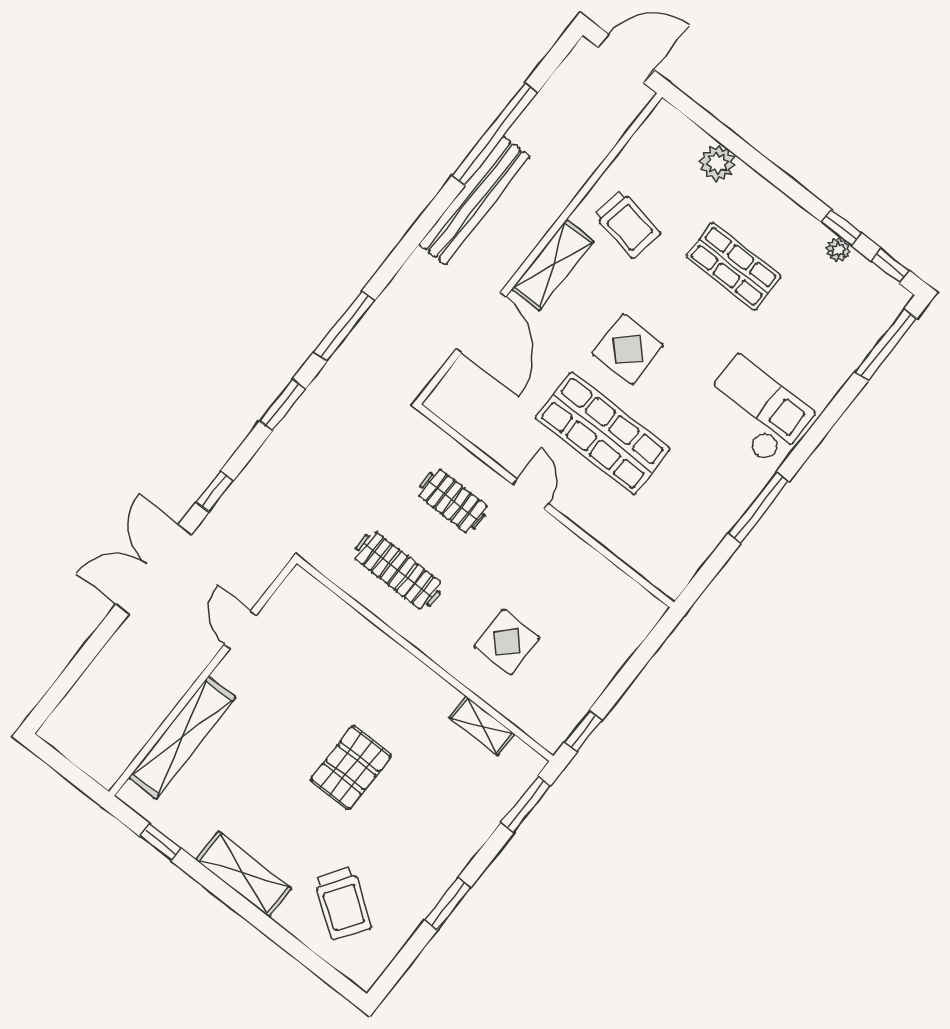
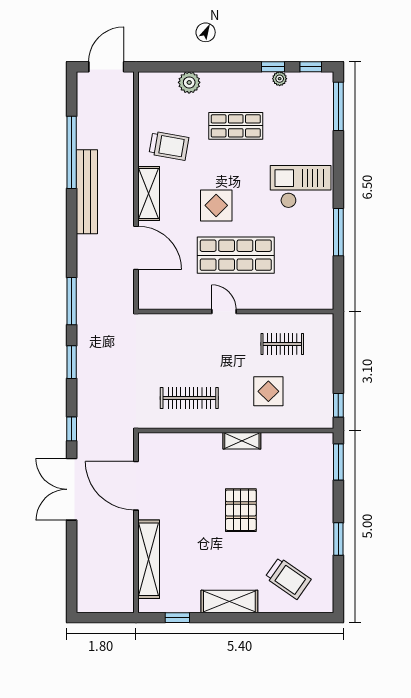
clothes rail: (453, 501) -> (282, 344), moved
door: (240, 630) -> (136, 486), width x1.88
shelving: (482, 726) -> (242, 441), moved

